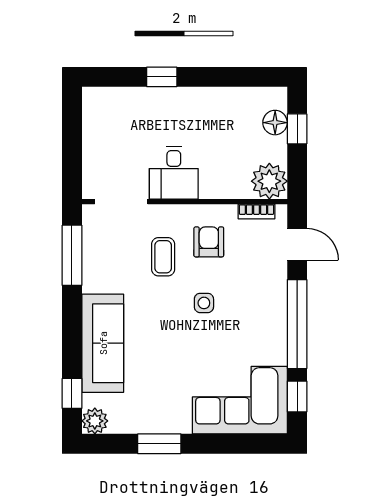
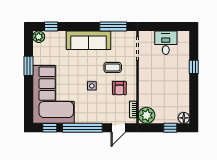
floor lamp: (275, 123) -> (184, 118), moved
desk: (174, 173) -> (166, 43), moved, turned 90
armchair: (209, 242) -> (119, 88), turned 90
sofa: (103, 343) -> (89, 40), moved
corner sofa: (240, 400) -> (54, 94), width x1.36, depth x1.36

